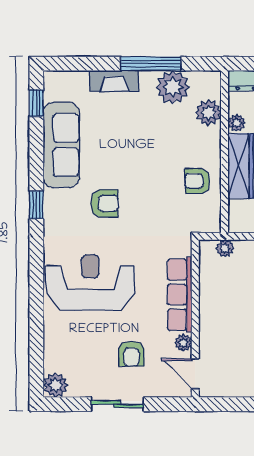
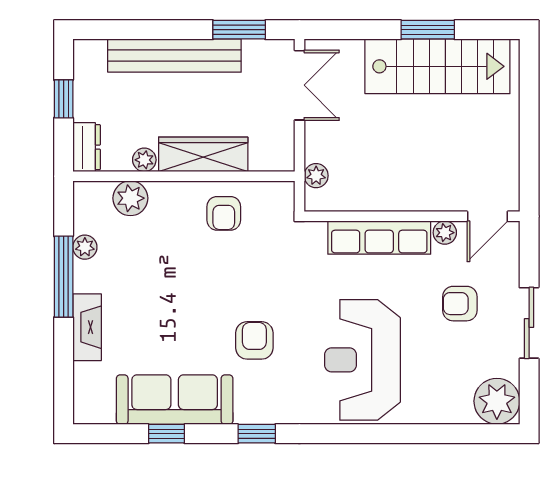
plant: (173, 87) -> (85, 247), width x0.53, depth x0.53
window: (36, 103) -> (166, 434), moved
armchair: (131, 354) -> (460, 304), turned 180
plant: (56, 385) -> (497, 401), width x1.36, depth x1.36

